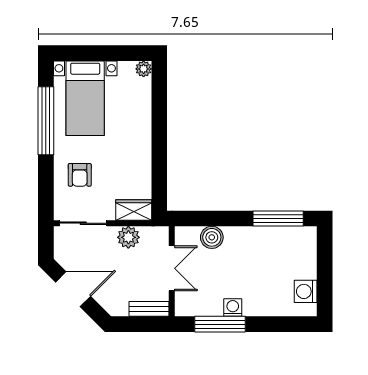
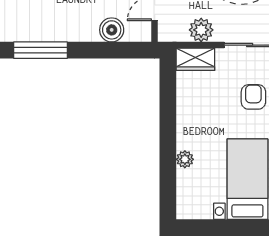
plant: (144, 69) -> (185, 159), moved

